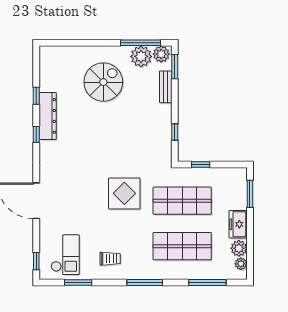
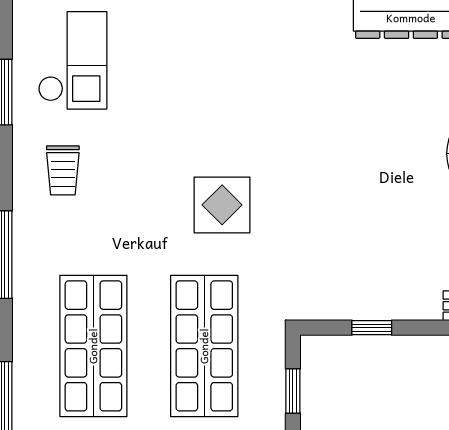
display table: (124, 193) -> (222, 205), width x0.73, depth x0.73
checkout: (65, 255) -> (73, 60), turned -90

